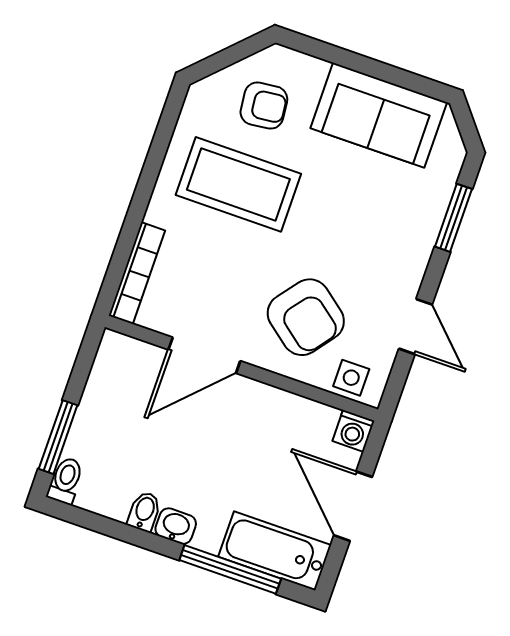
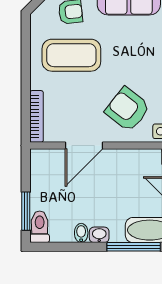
armchair: (306, 317) -> (128, 109), turned 180
toilet: (66, 480) -> (40, 227), width x1.37, depth x1.39

